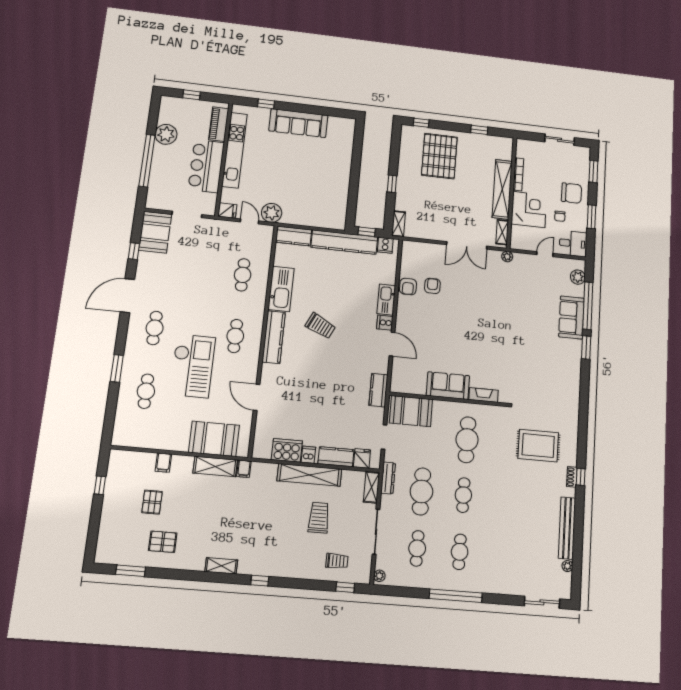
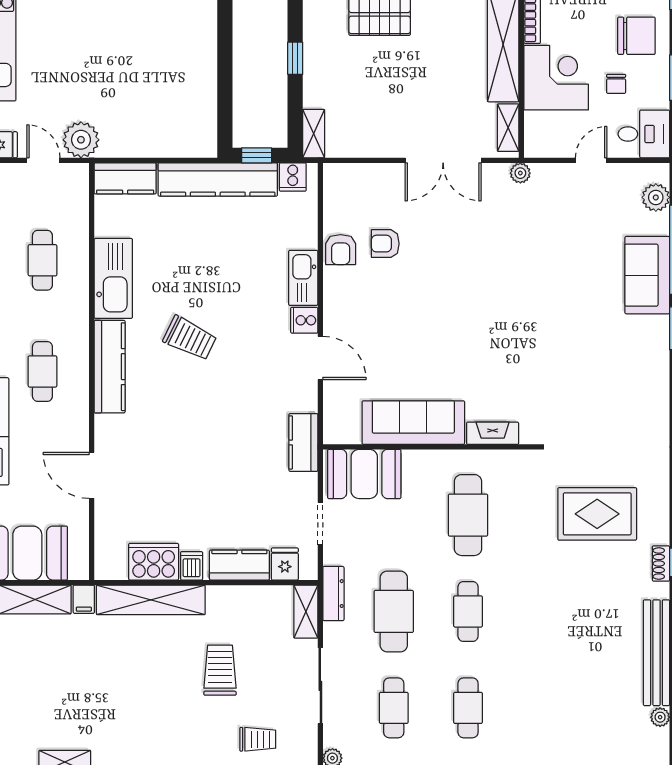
armchair: (432, 286) -> (385, 244), turned -90
sofa: (448, 386) -> (413, 423), width x1.36
shelving: (309, 475) -> (151, 600), moved

